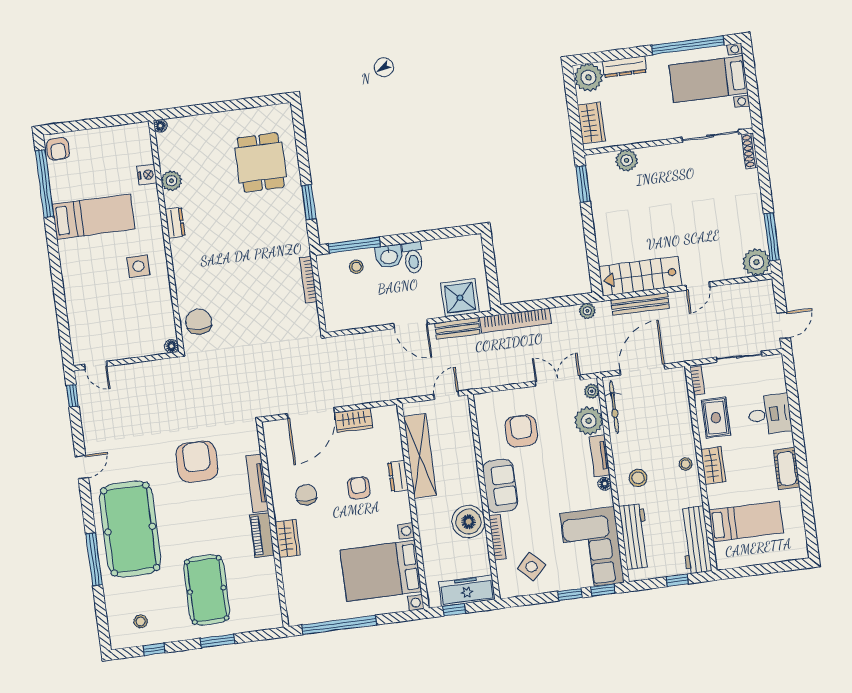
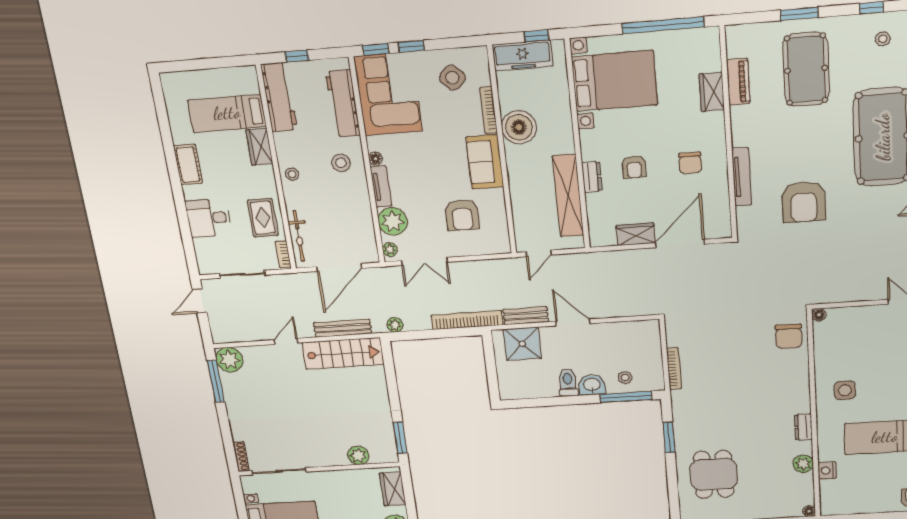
bicycle: (614, 407) -> (299, 236), moved, turned 180
wardrobe: (713, 466) -> (259, 147), moved
piano: (262, 535) -> (738, 82), moved
wardrobe: (287, 539) -> (712, 92), moved

